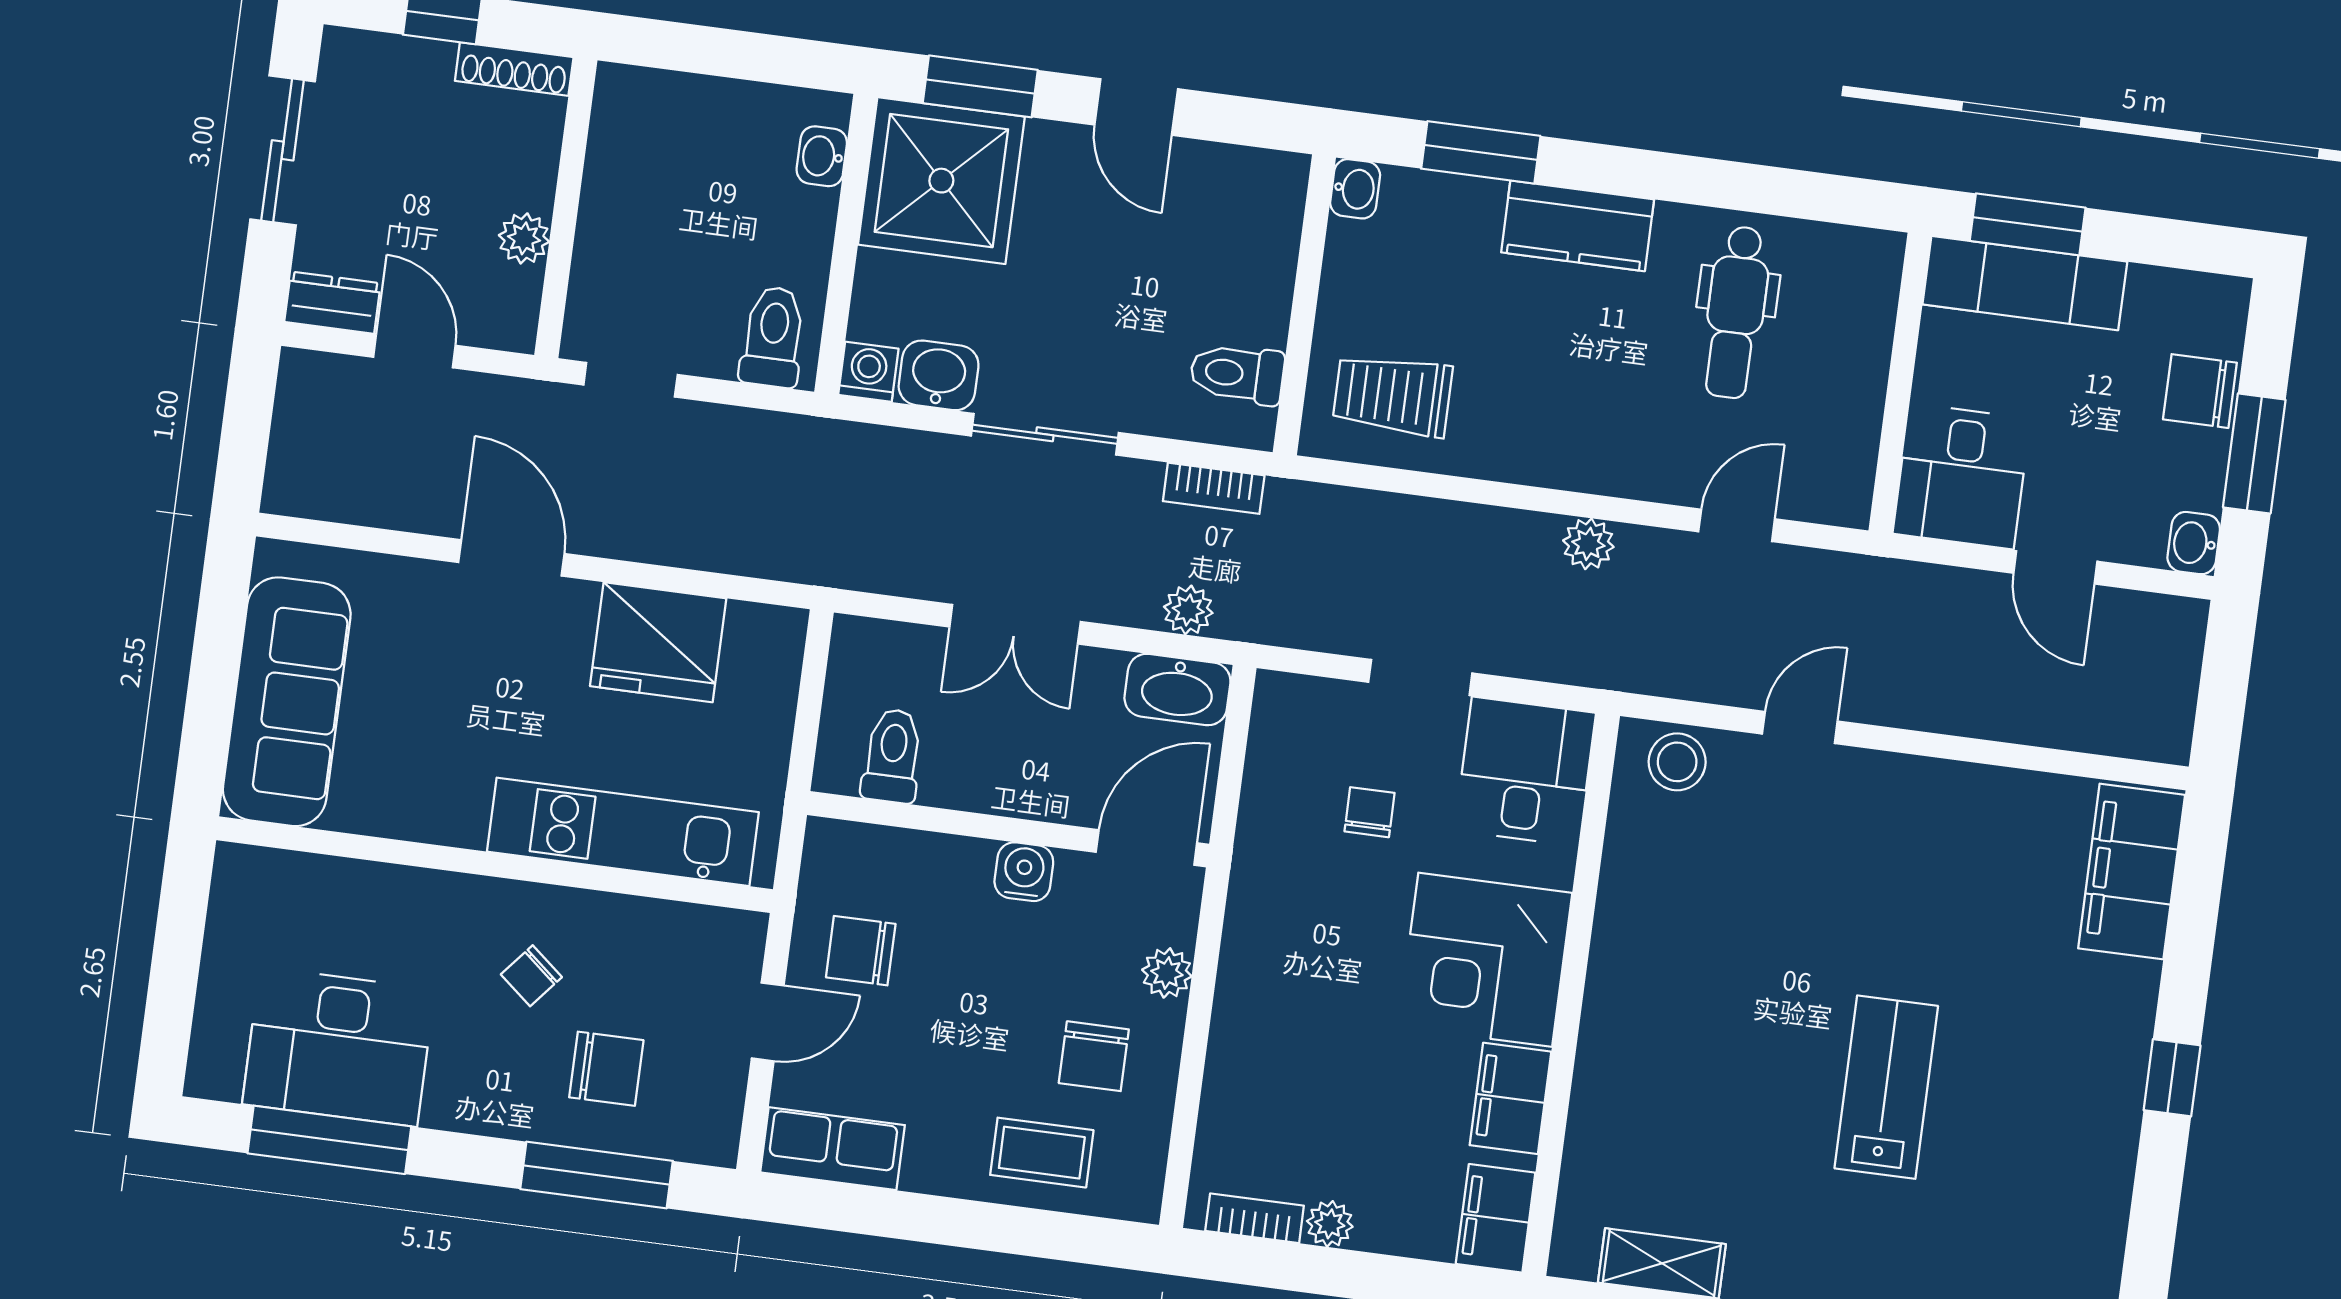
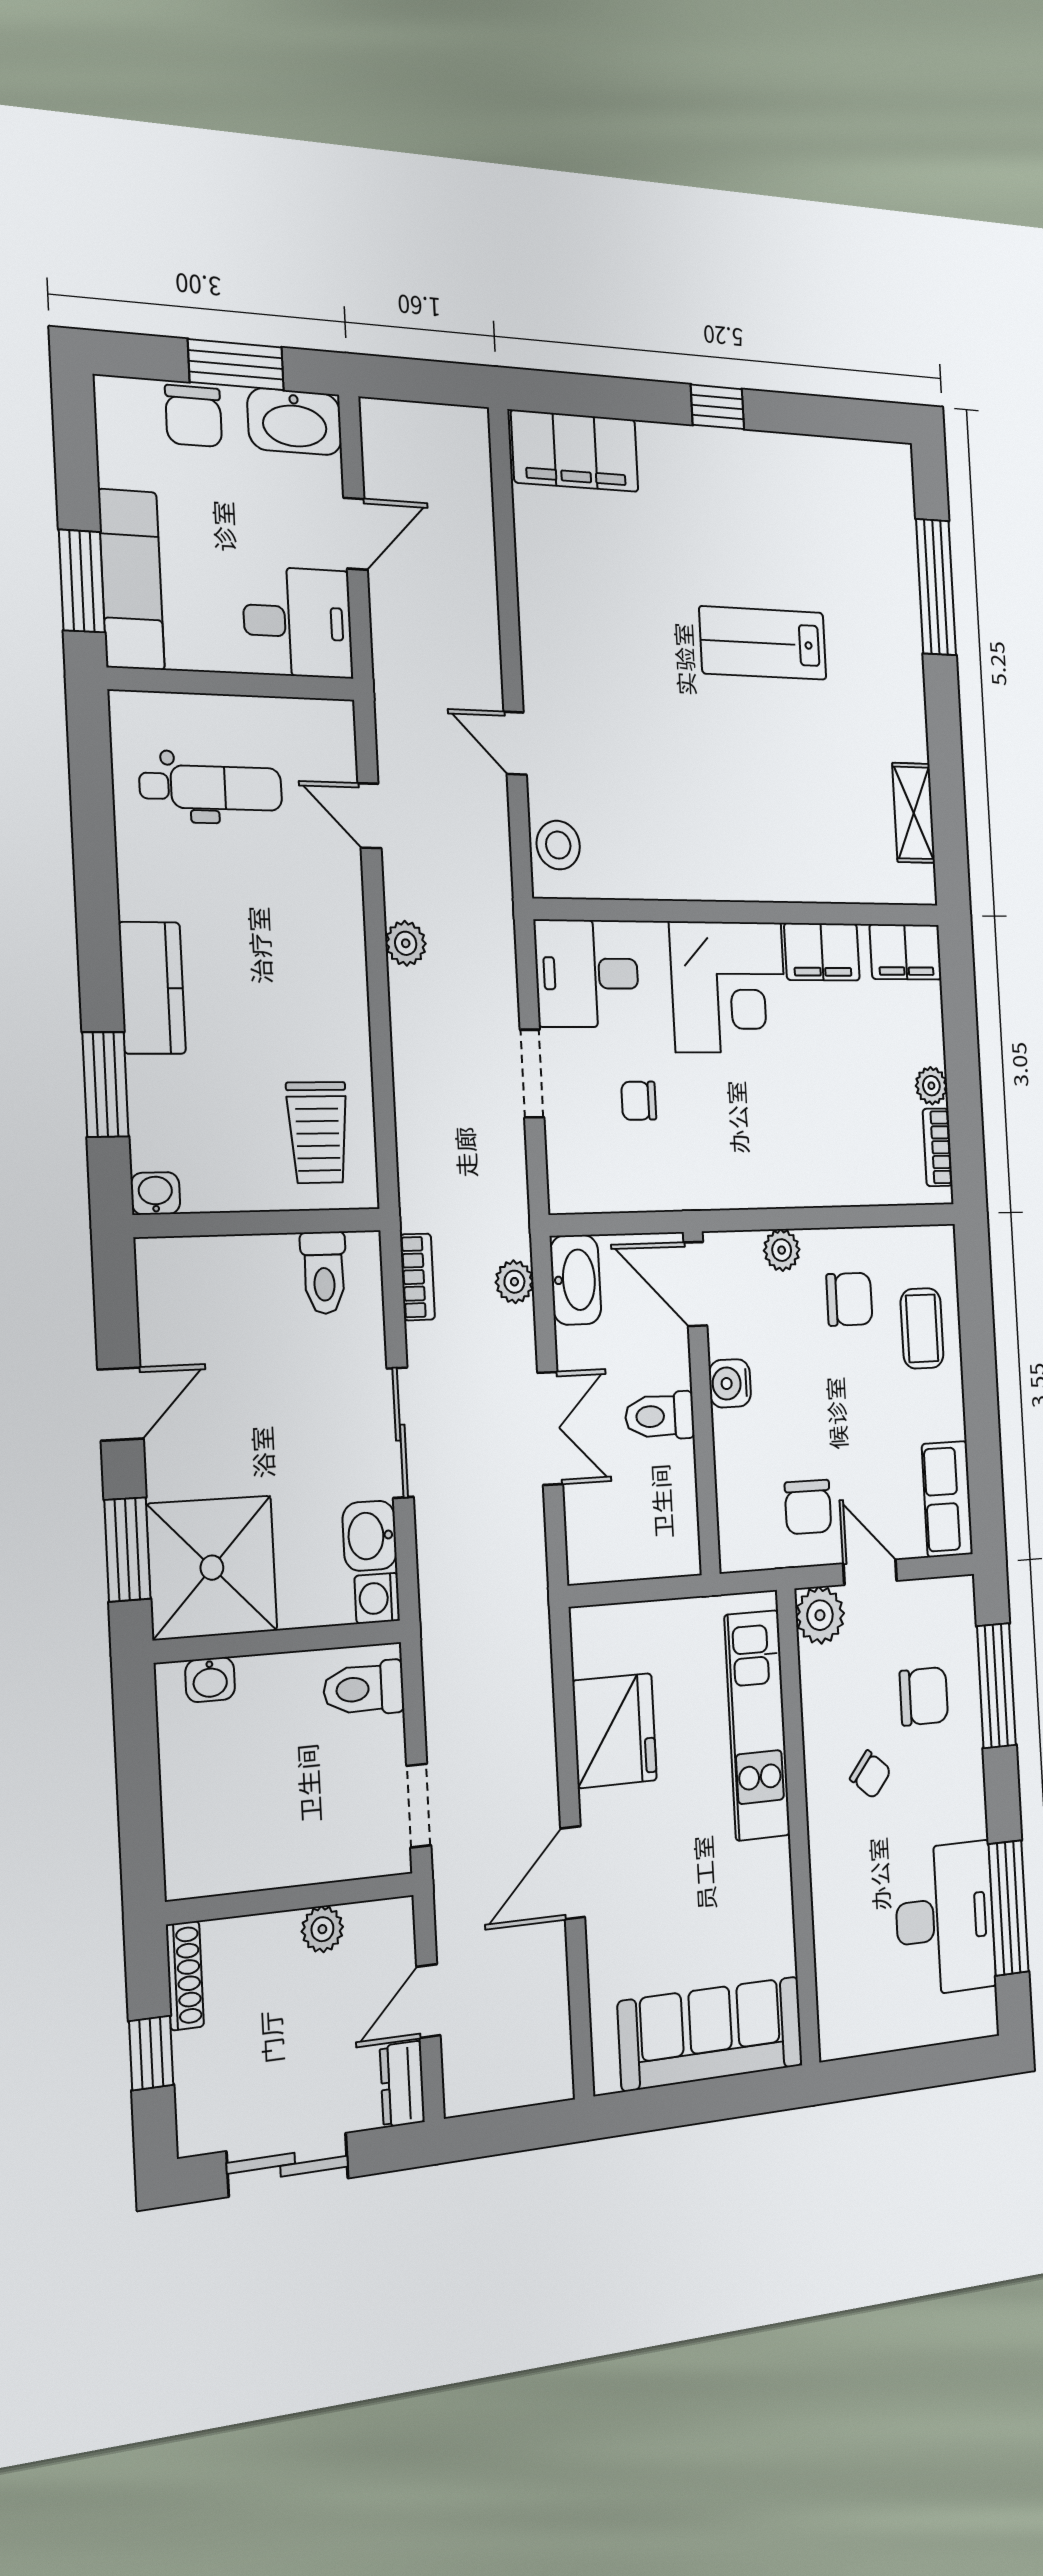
dental chair: (1736, 312) -> (211, 788), moved
washbasin: (2194, 543) -> (295, 422), width x1.91, depth x1.45
toilet: (892, 756) -> (660, 1416), moved
plant: (732, 942) -> (820, 1615), added
chair: (606, 1069) -> (924, 1696), turned 90

